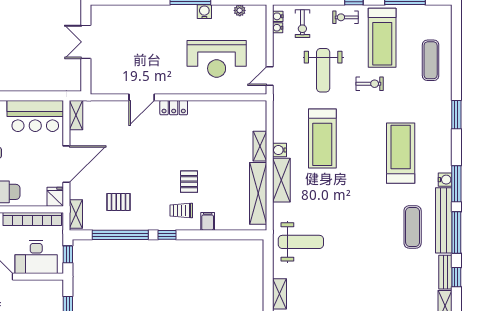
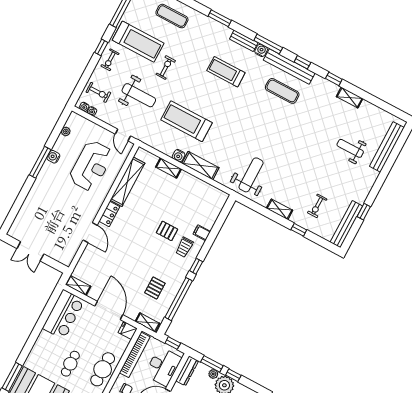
treadmill: (322, 138) -> (186, 121), turned 180
treadmill: (401, 153) -> (226, 72), width x0.73, depth x0.73
shelving: (258, 193) -> (128, 182), moved, turned 90
window: (456, 232) -> (302, 62), width x0.46
bench: (445, 272) -> (244, 41), moved
dresser: (45, 287) -> (187, 371), added

